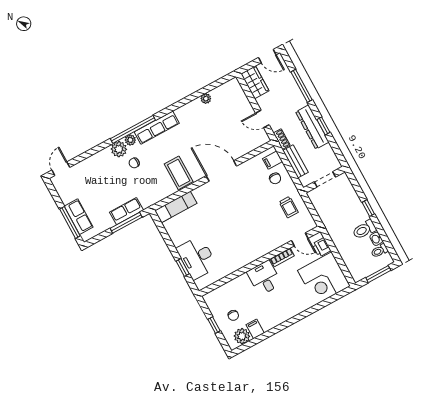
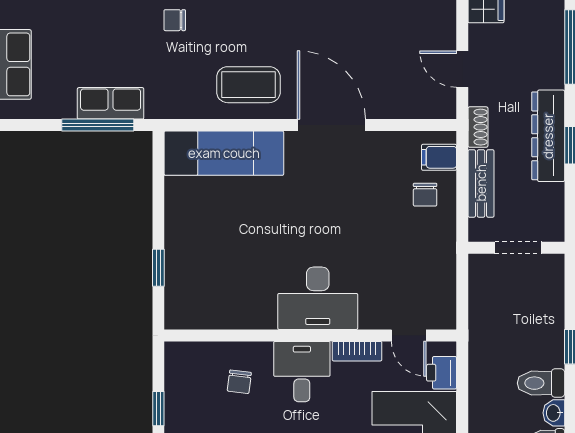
coffee table: (179, 173) -> (248, 85), turned 90
exam couch: (176, 207) -> (224, 153), width x1.36, depth x1.45
trolley: (289, 207) -> (421, 263), removed
desk: (197, 258) -> (318, 298), moved, turned -90
chair: (233, 315) -> (239, 382), moved

